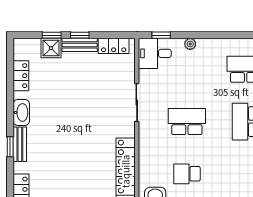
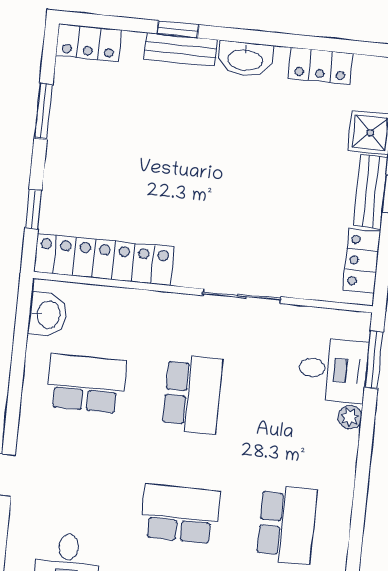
window: (161, 35) -> (374, 360), width x1.50
desk: (155, 53) -> (333, 370), moved, turned 90
school desk: (187, 174) -> (86, 383), width x1.85

